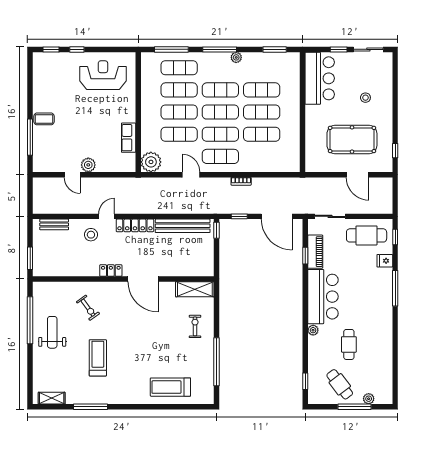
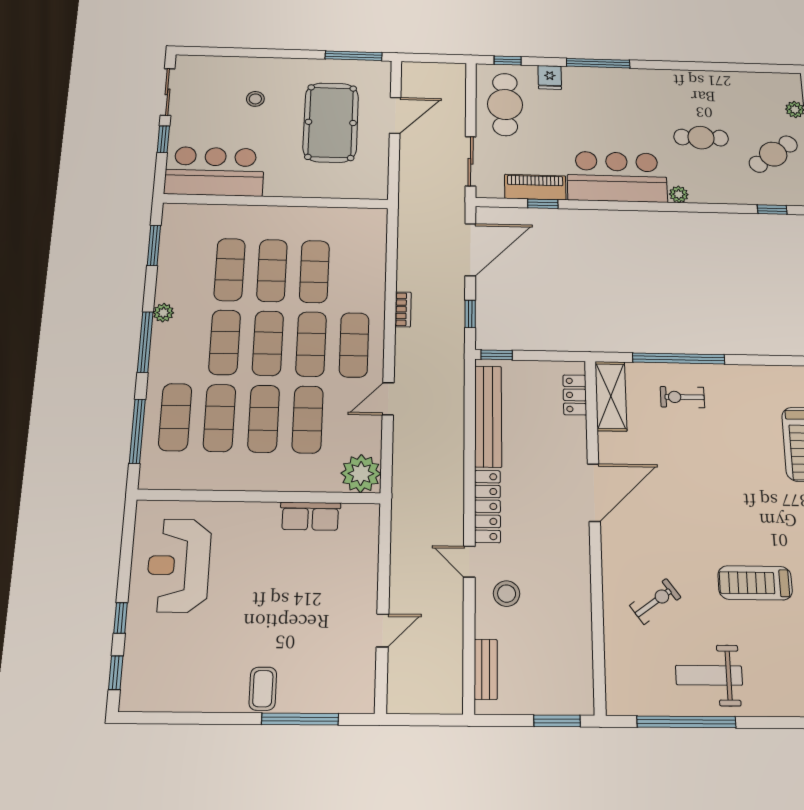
window: (395, 151) -> (354, 56), width x2.17
plant: (88, 165) -> (363, 597), removed
locker: (111, 270) -> (575, 395), moved
window: (216, 362) -> (679, 358), moved

